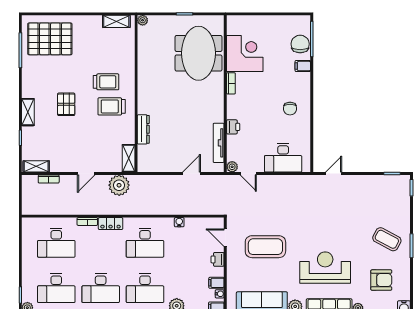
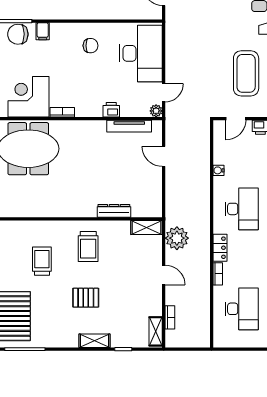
trolley: (106, 82) -> (42, 261), moved
desk: (283, 158) -> (141, 53), width x1.36, depth x1.30

